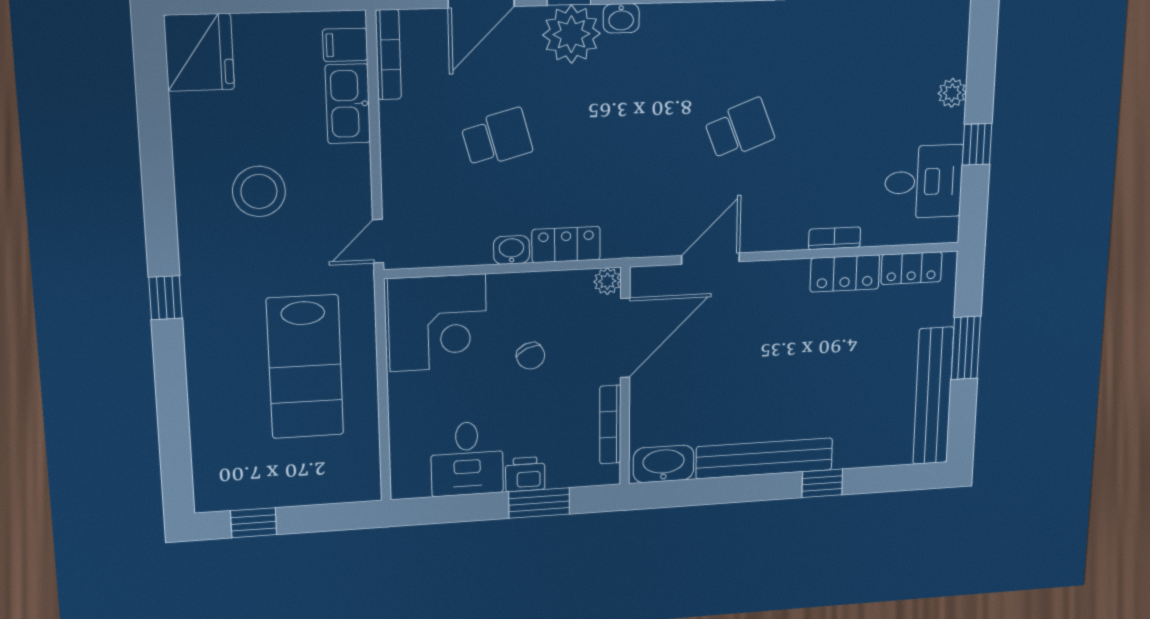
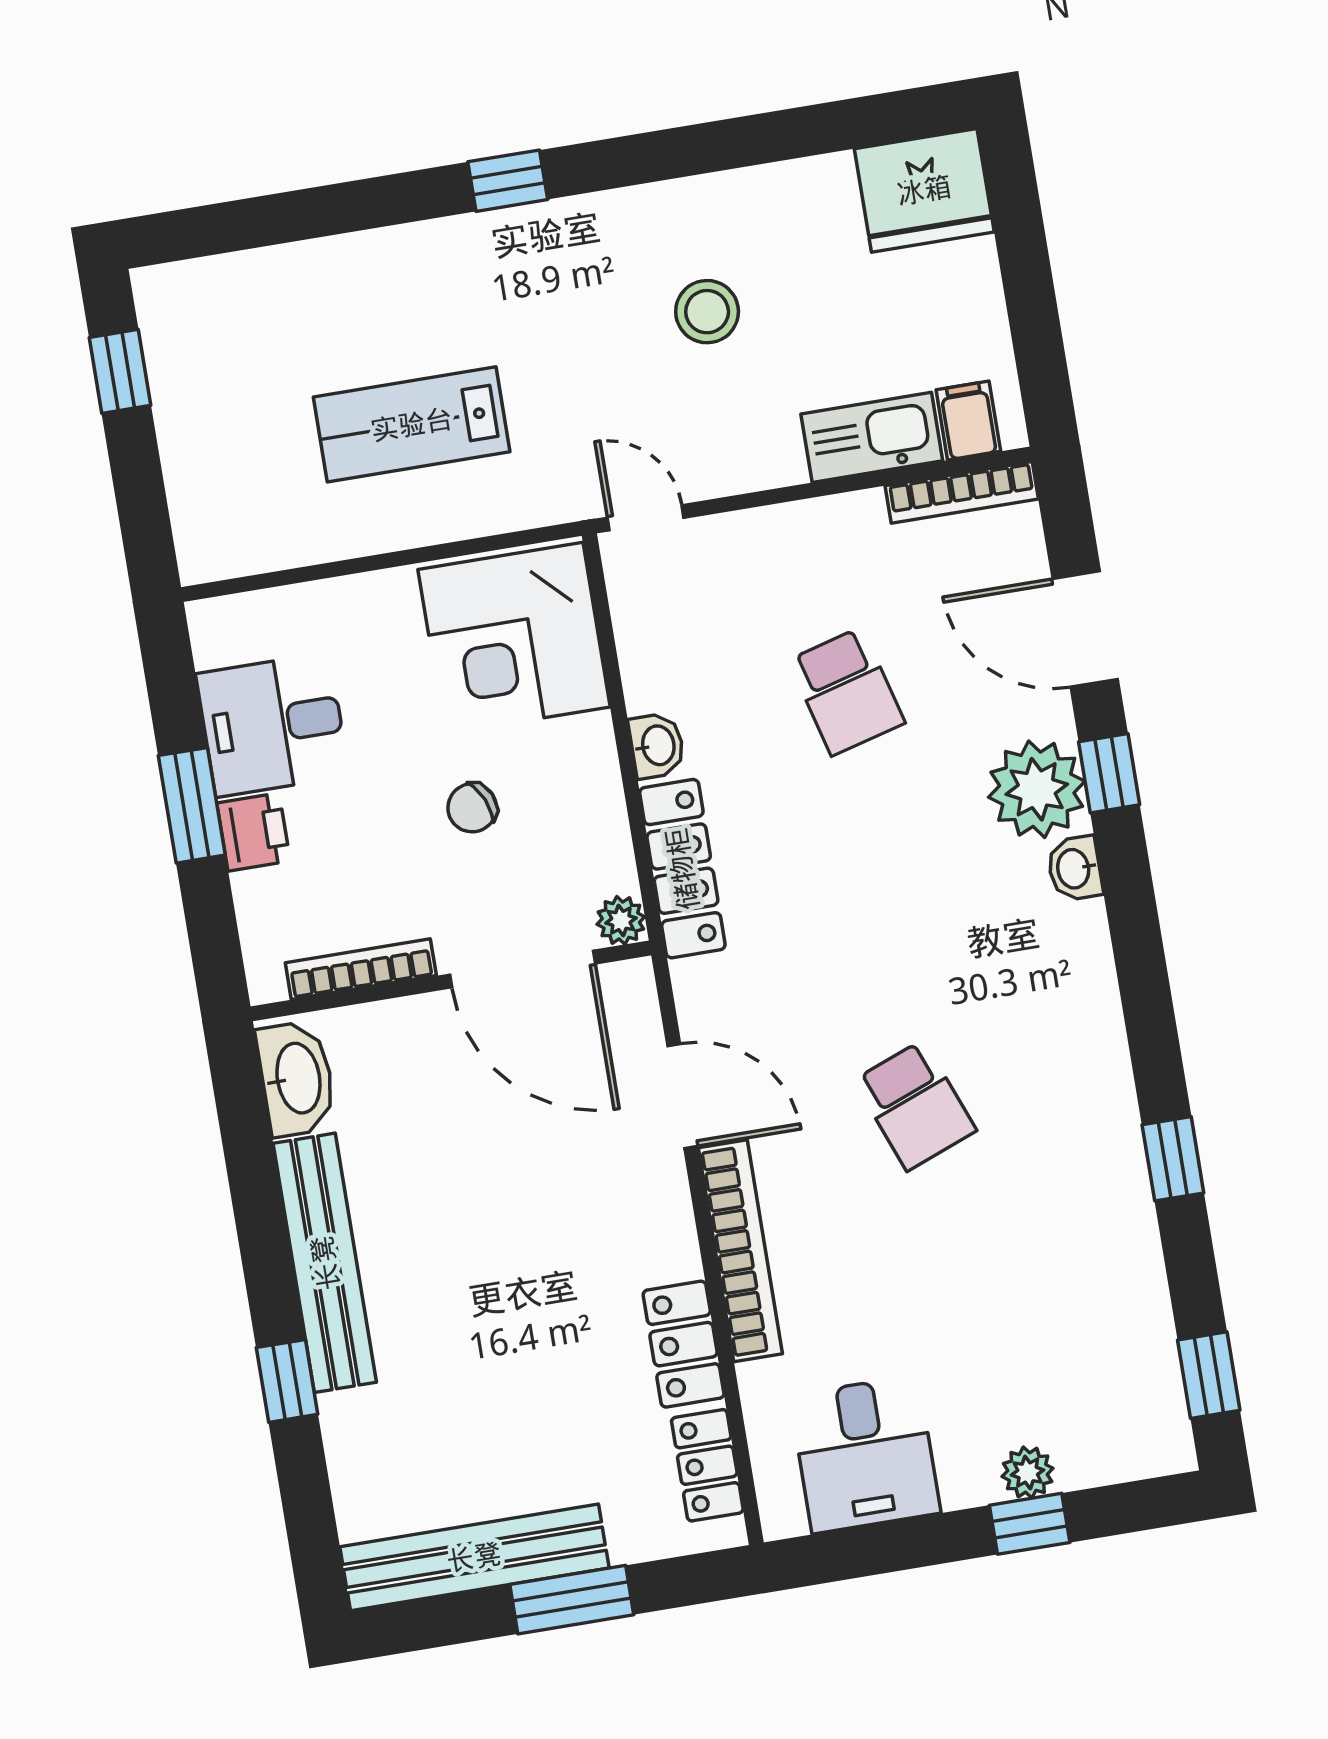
window: (977, 144) -> (1030, 1524), moved
stool: (259, 191) -> (707, 312), width x0.73, depth x0.73
bookcase: (835, 238) -> (740, 1251), width x2.31, depth x1.31
locker: (566, 245) -> (682, 869), width x1.53
lab bench: (305, 367) -> (412, 424), width x0.73, depth x0.72
window: (539, 503) -> (192, 805), moved

